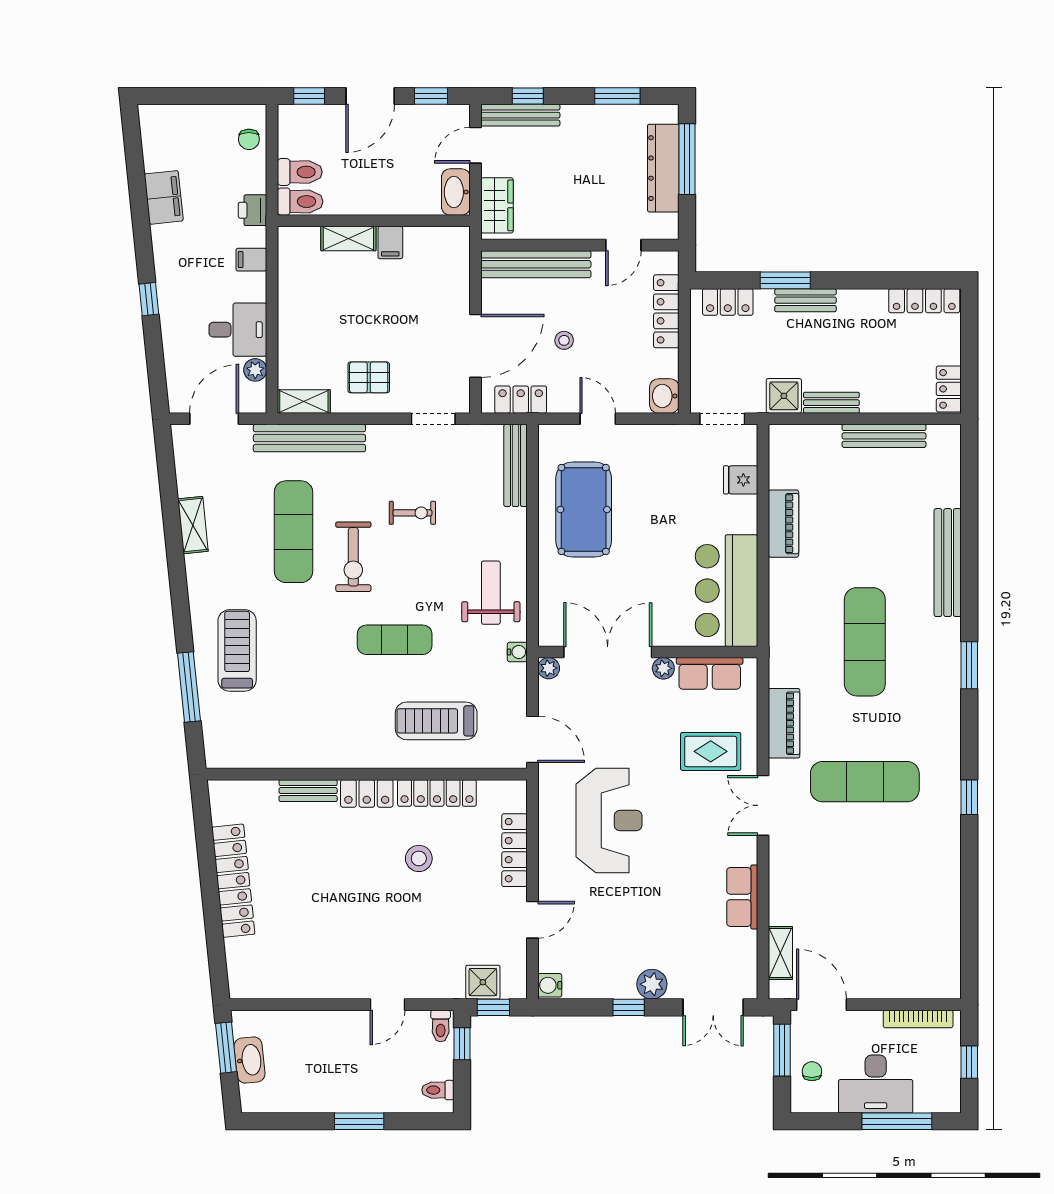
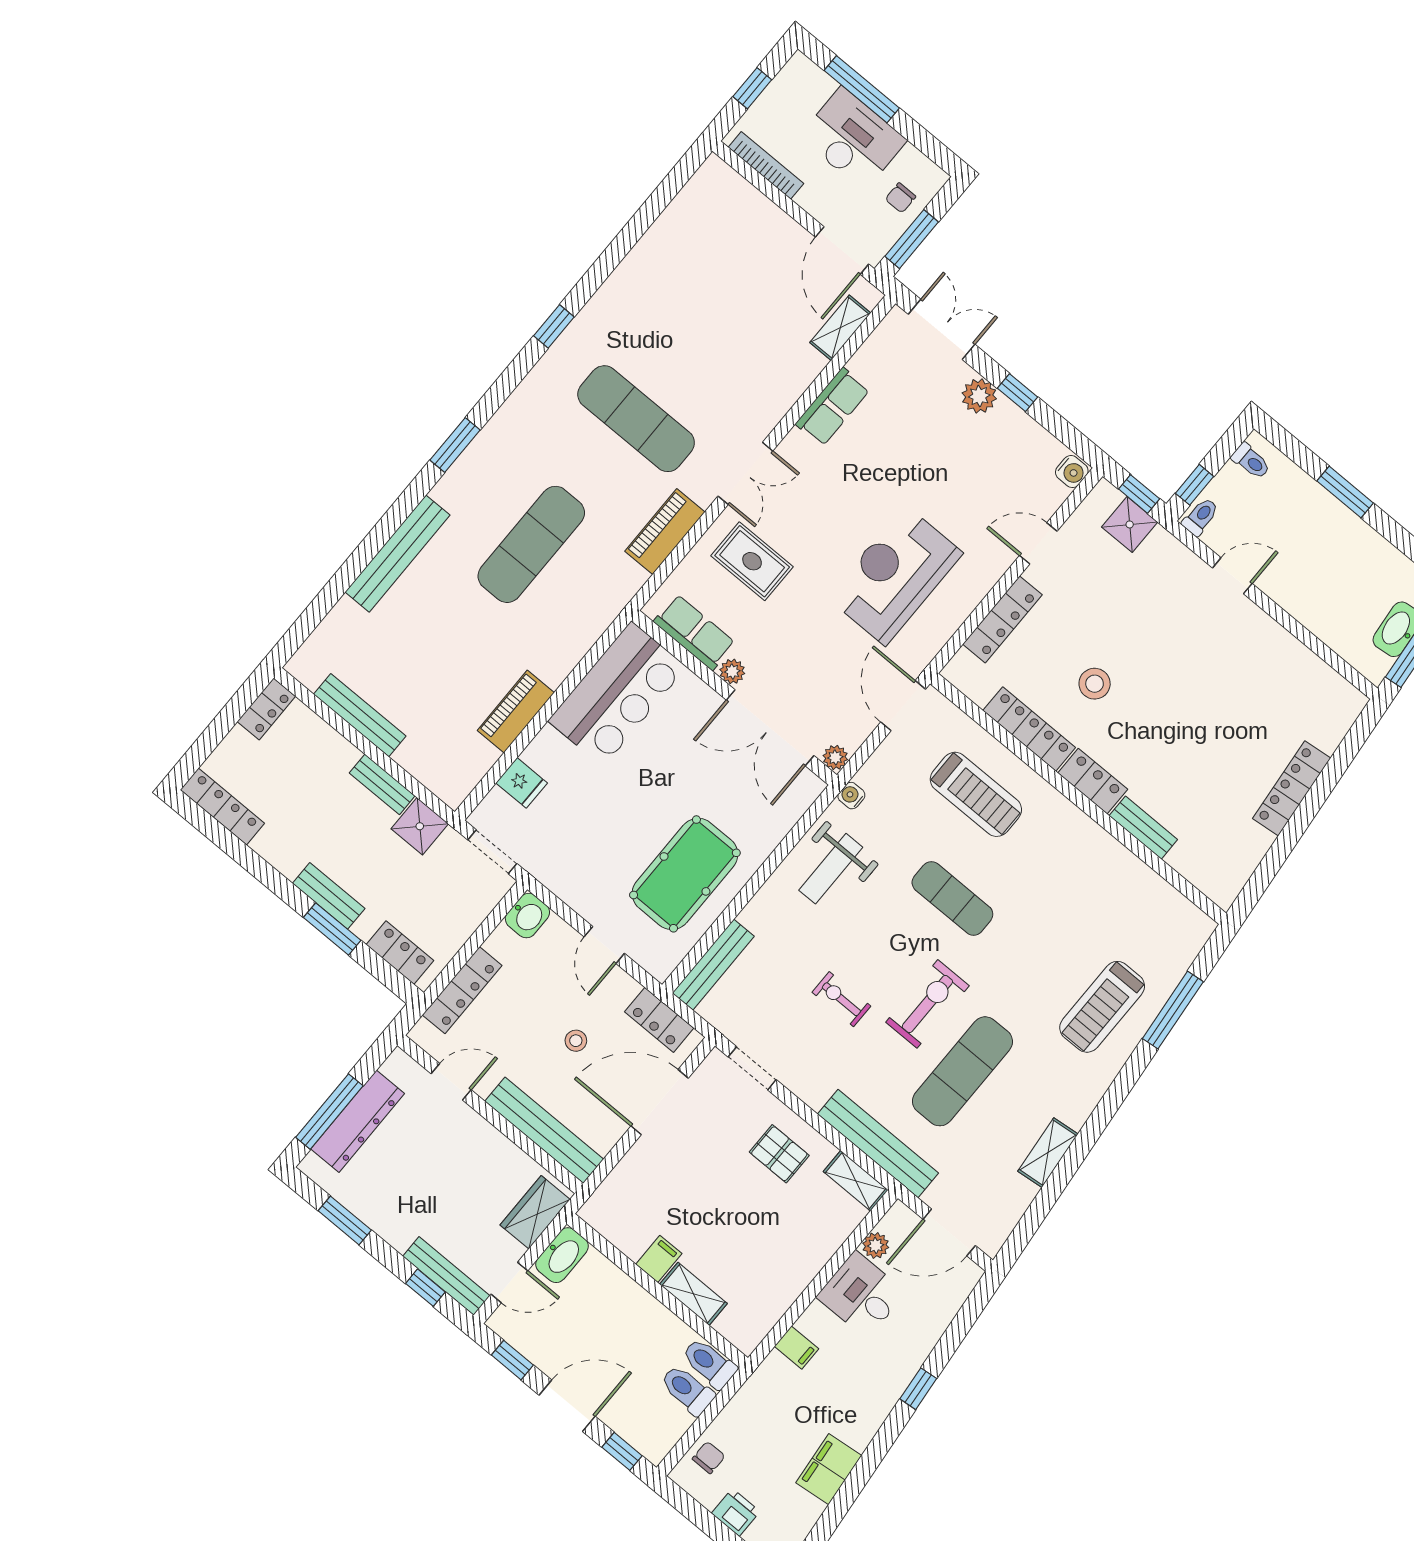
printer: (252, 210) -> (736, 1512), moved, turned -90
locker: (233, 881) -> (1292, 788), width x0.71, depth x0.83

